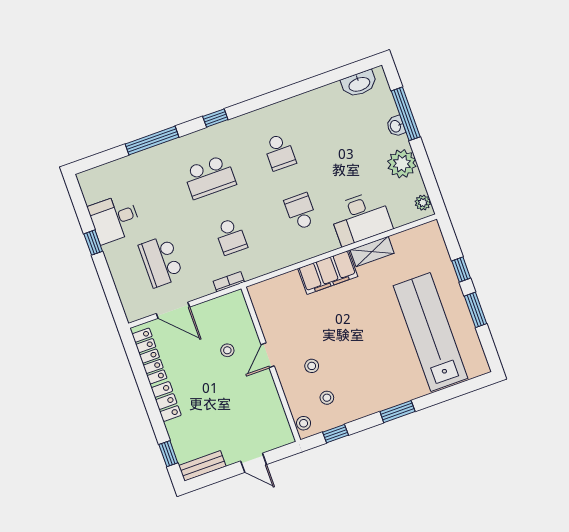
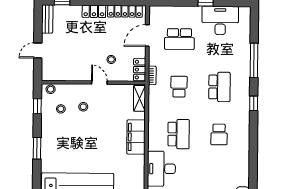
school desk: (280, 152) -> (219, 134), turned -90
school desk: (210, 177) -> (219, 87), turned 180
school desk: (301, 212) -> (179, 134), width x1.85
desk: (114, 219) -> (220, 21), width x1.37
school desk: (231, 236) -> (179, 87), turned 90
shelving: (372, 251) -> (139, 98), moved
school desk: (161, 261) -> (179, 39), turned 180
locker: (227, 303) -> (140, 70), added

